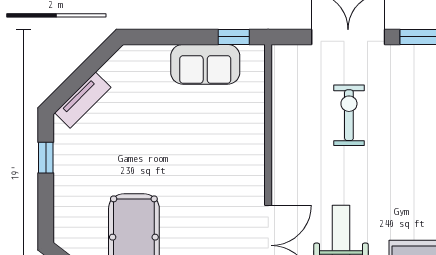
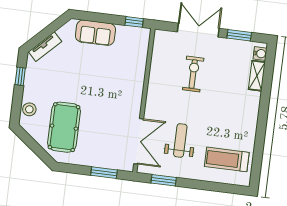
sofa: (205, 64) -> (95, 33), moved
stool: (69, 214) -> (29, 109), added

